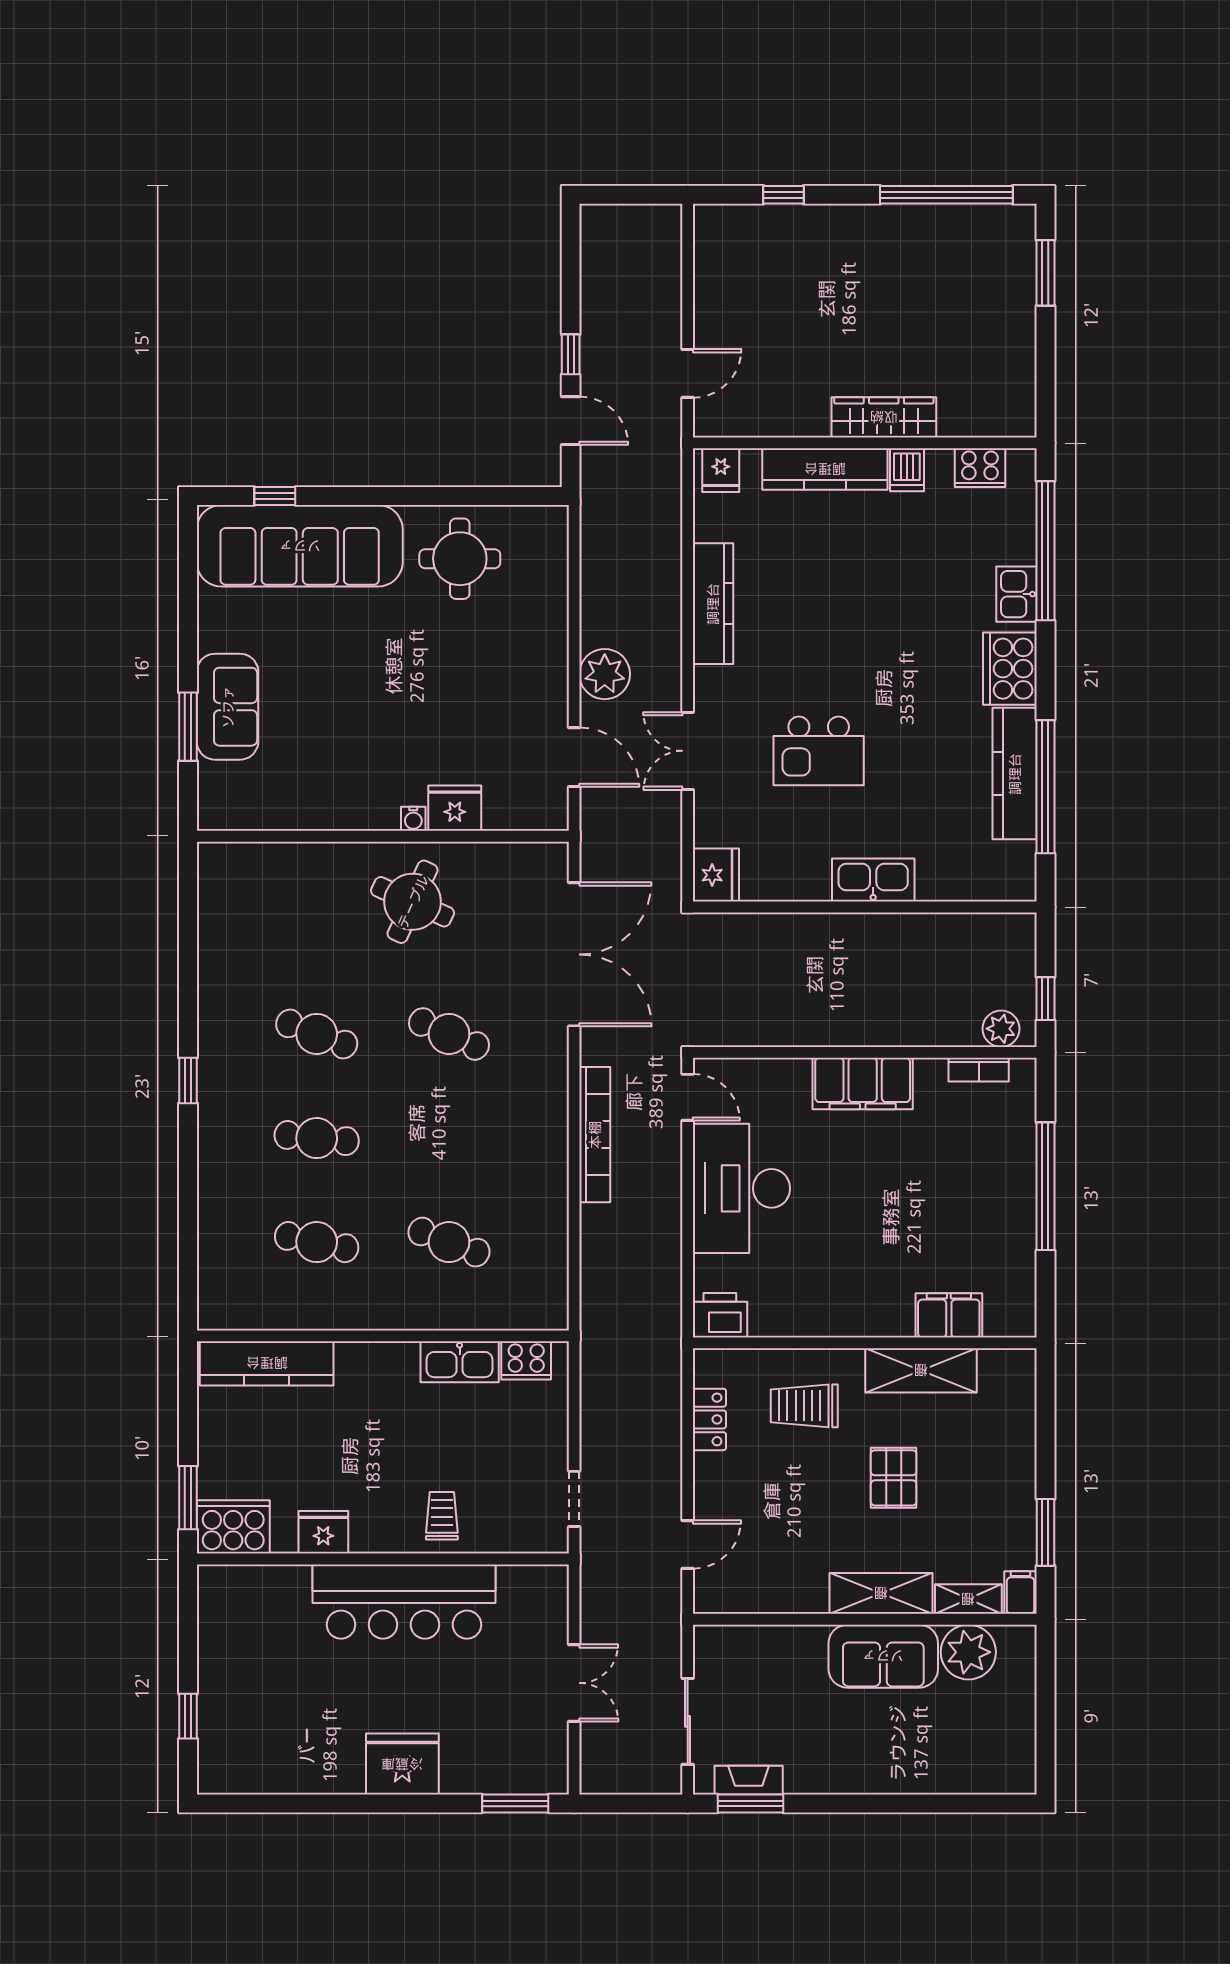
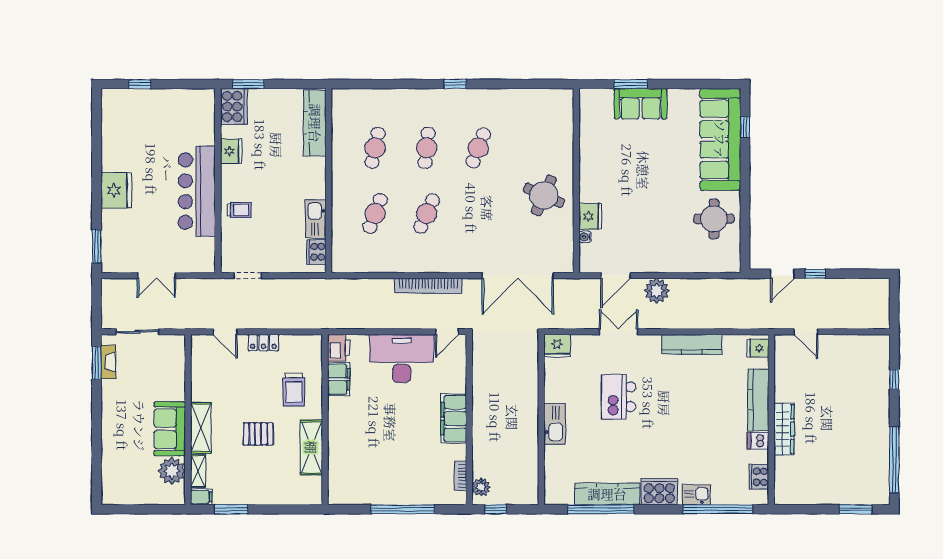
water cooler: (413, 819) -> (585, 237), moved
cafe table: (449, 1034) -> (427, 213), moved
filing cabinet: (949, 1315) -> (339, 379), moved
trolley: (804, 1406) -> (294, 390), turned 180
locker: (709, 1419) -> (263, 343), moved

